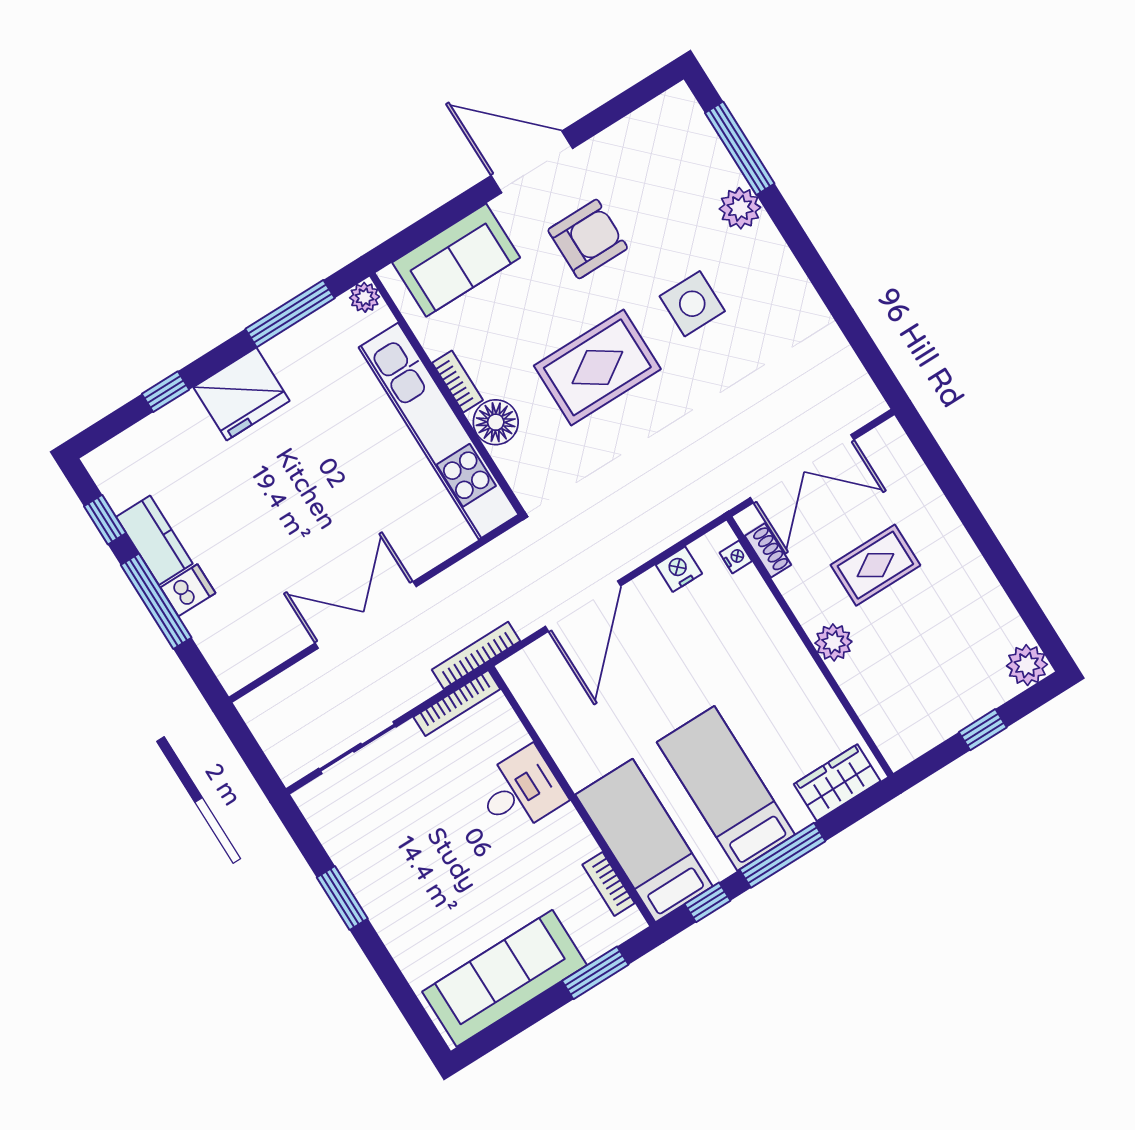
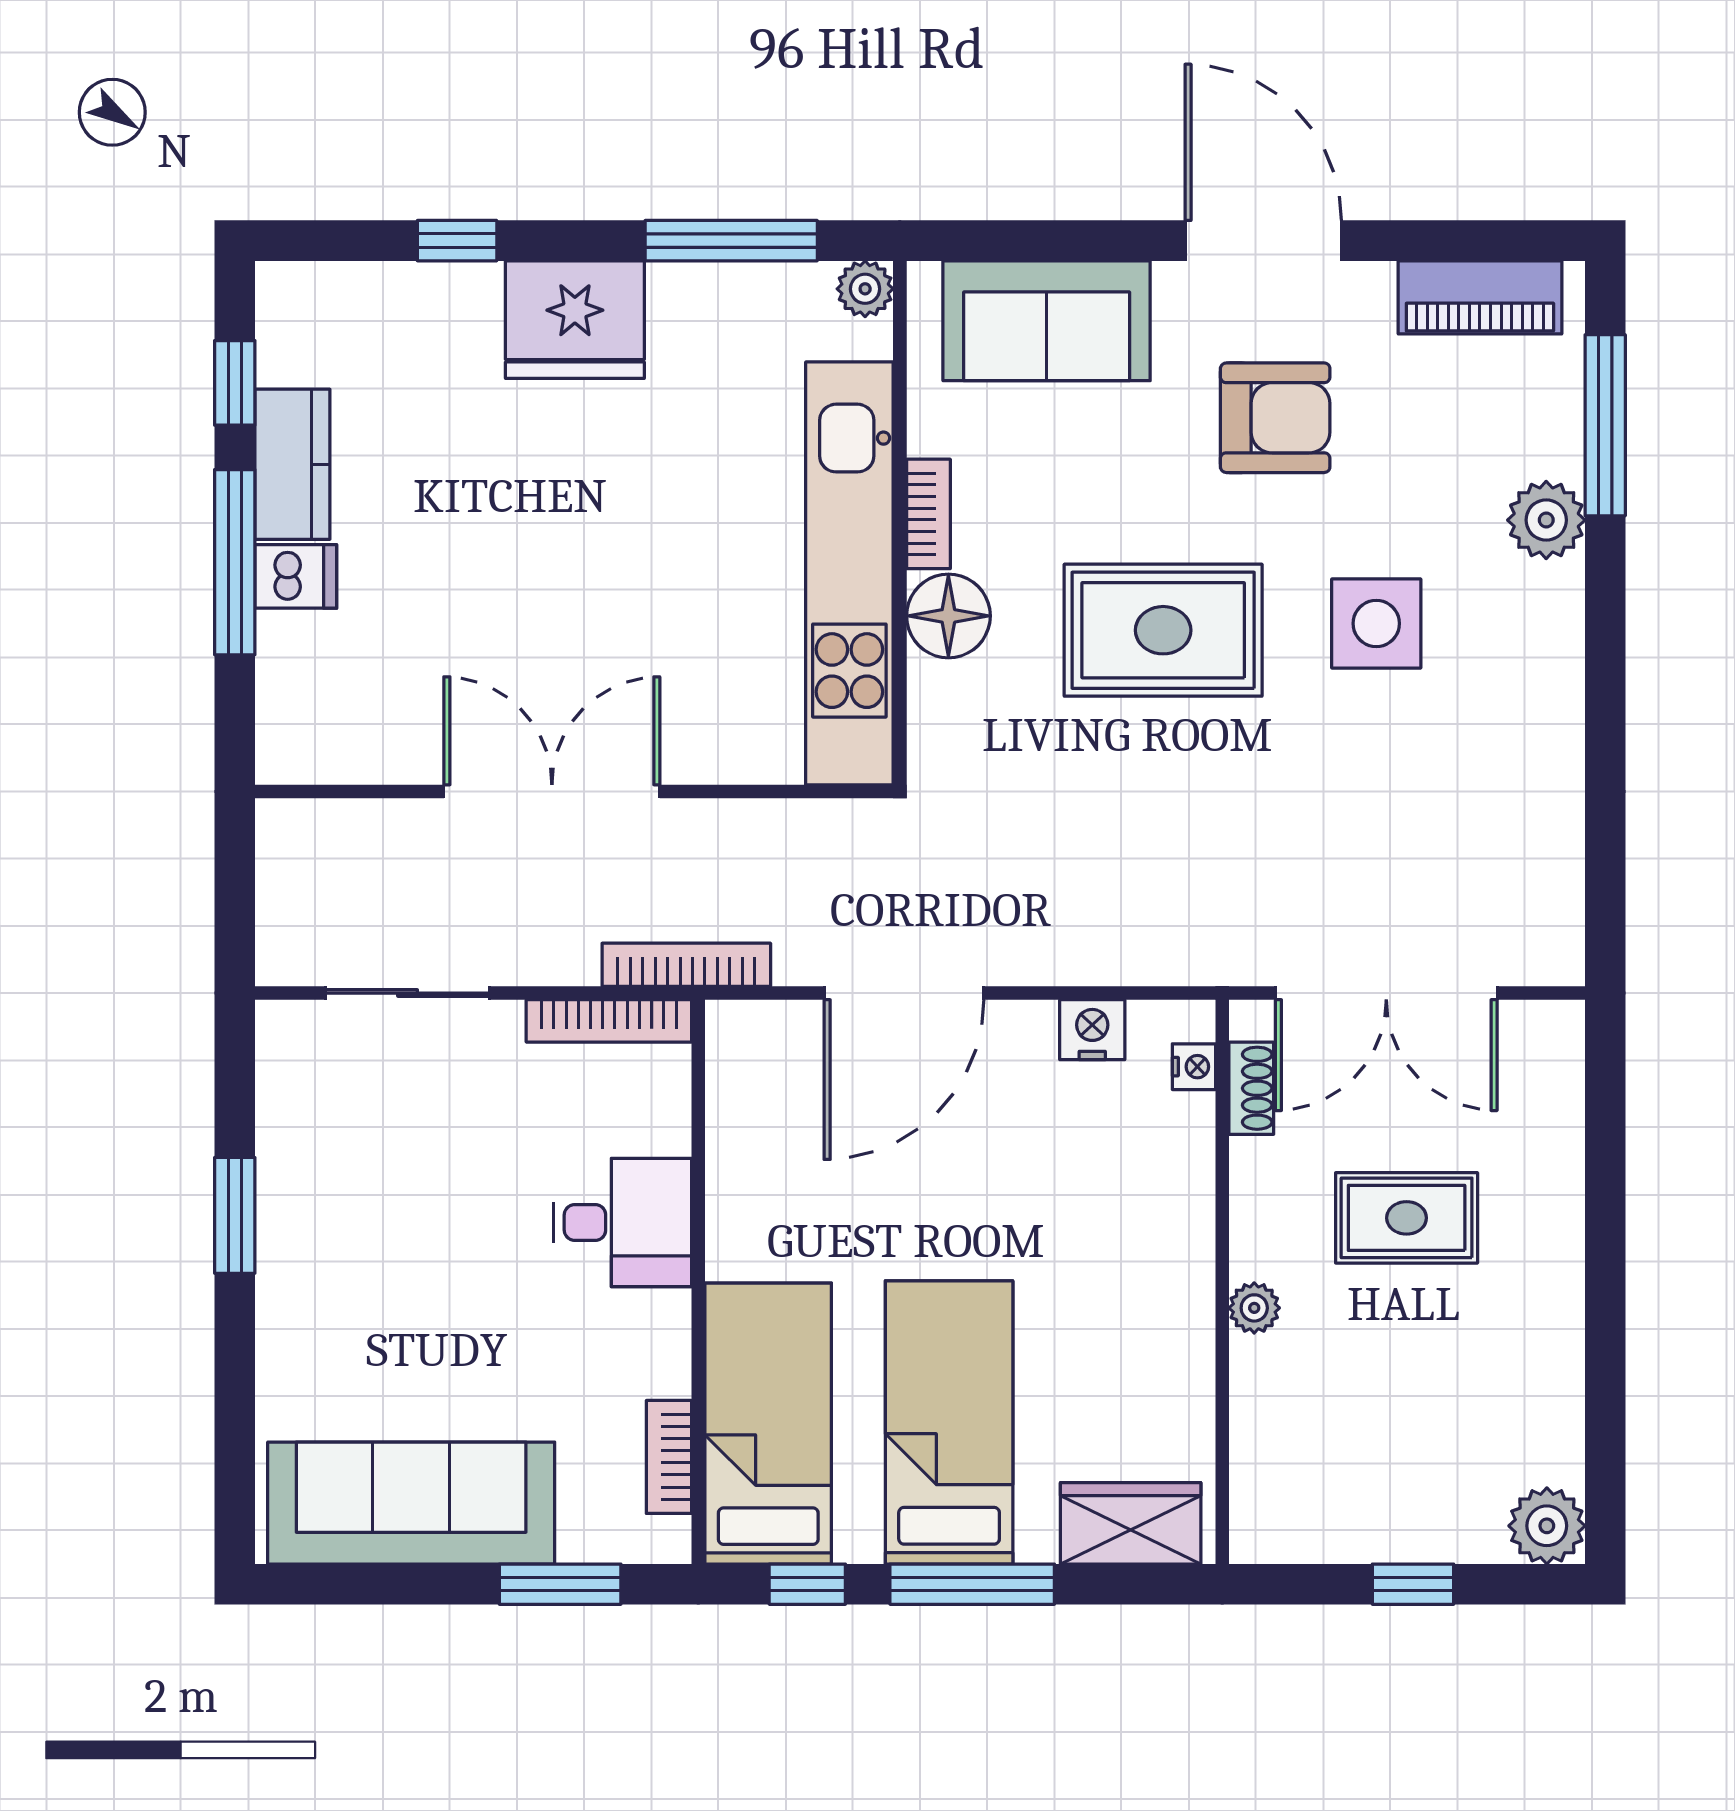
piano: (646, 126) -> (1480, 297), added
plant: (833, 642) -> (1254, 1308), width x0.73, depth x0.73

